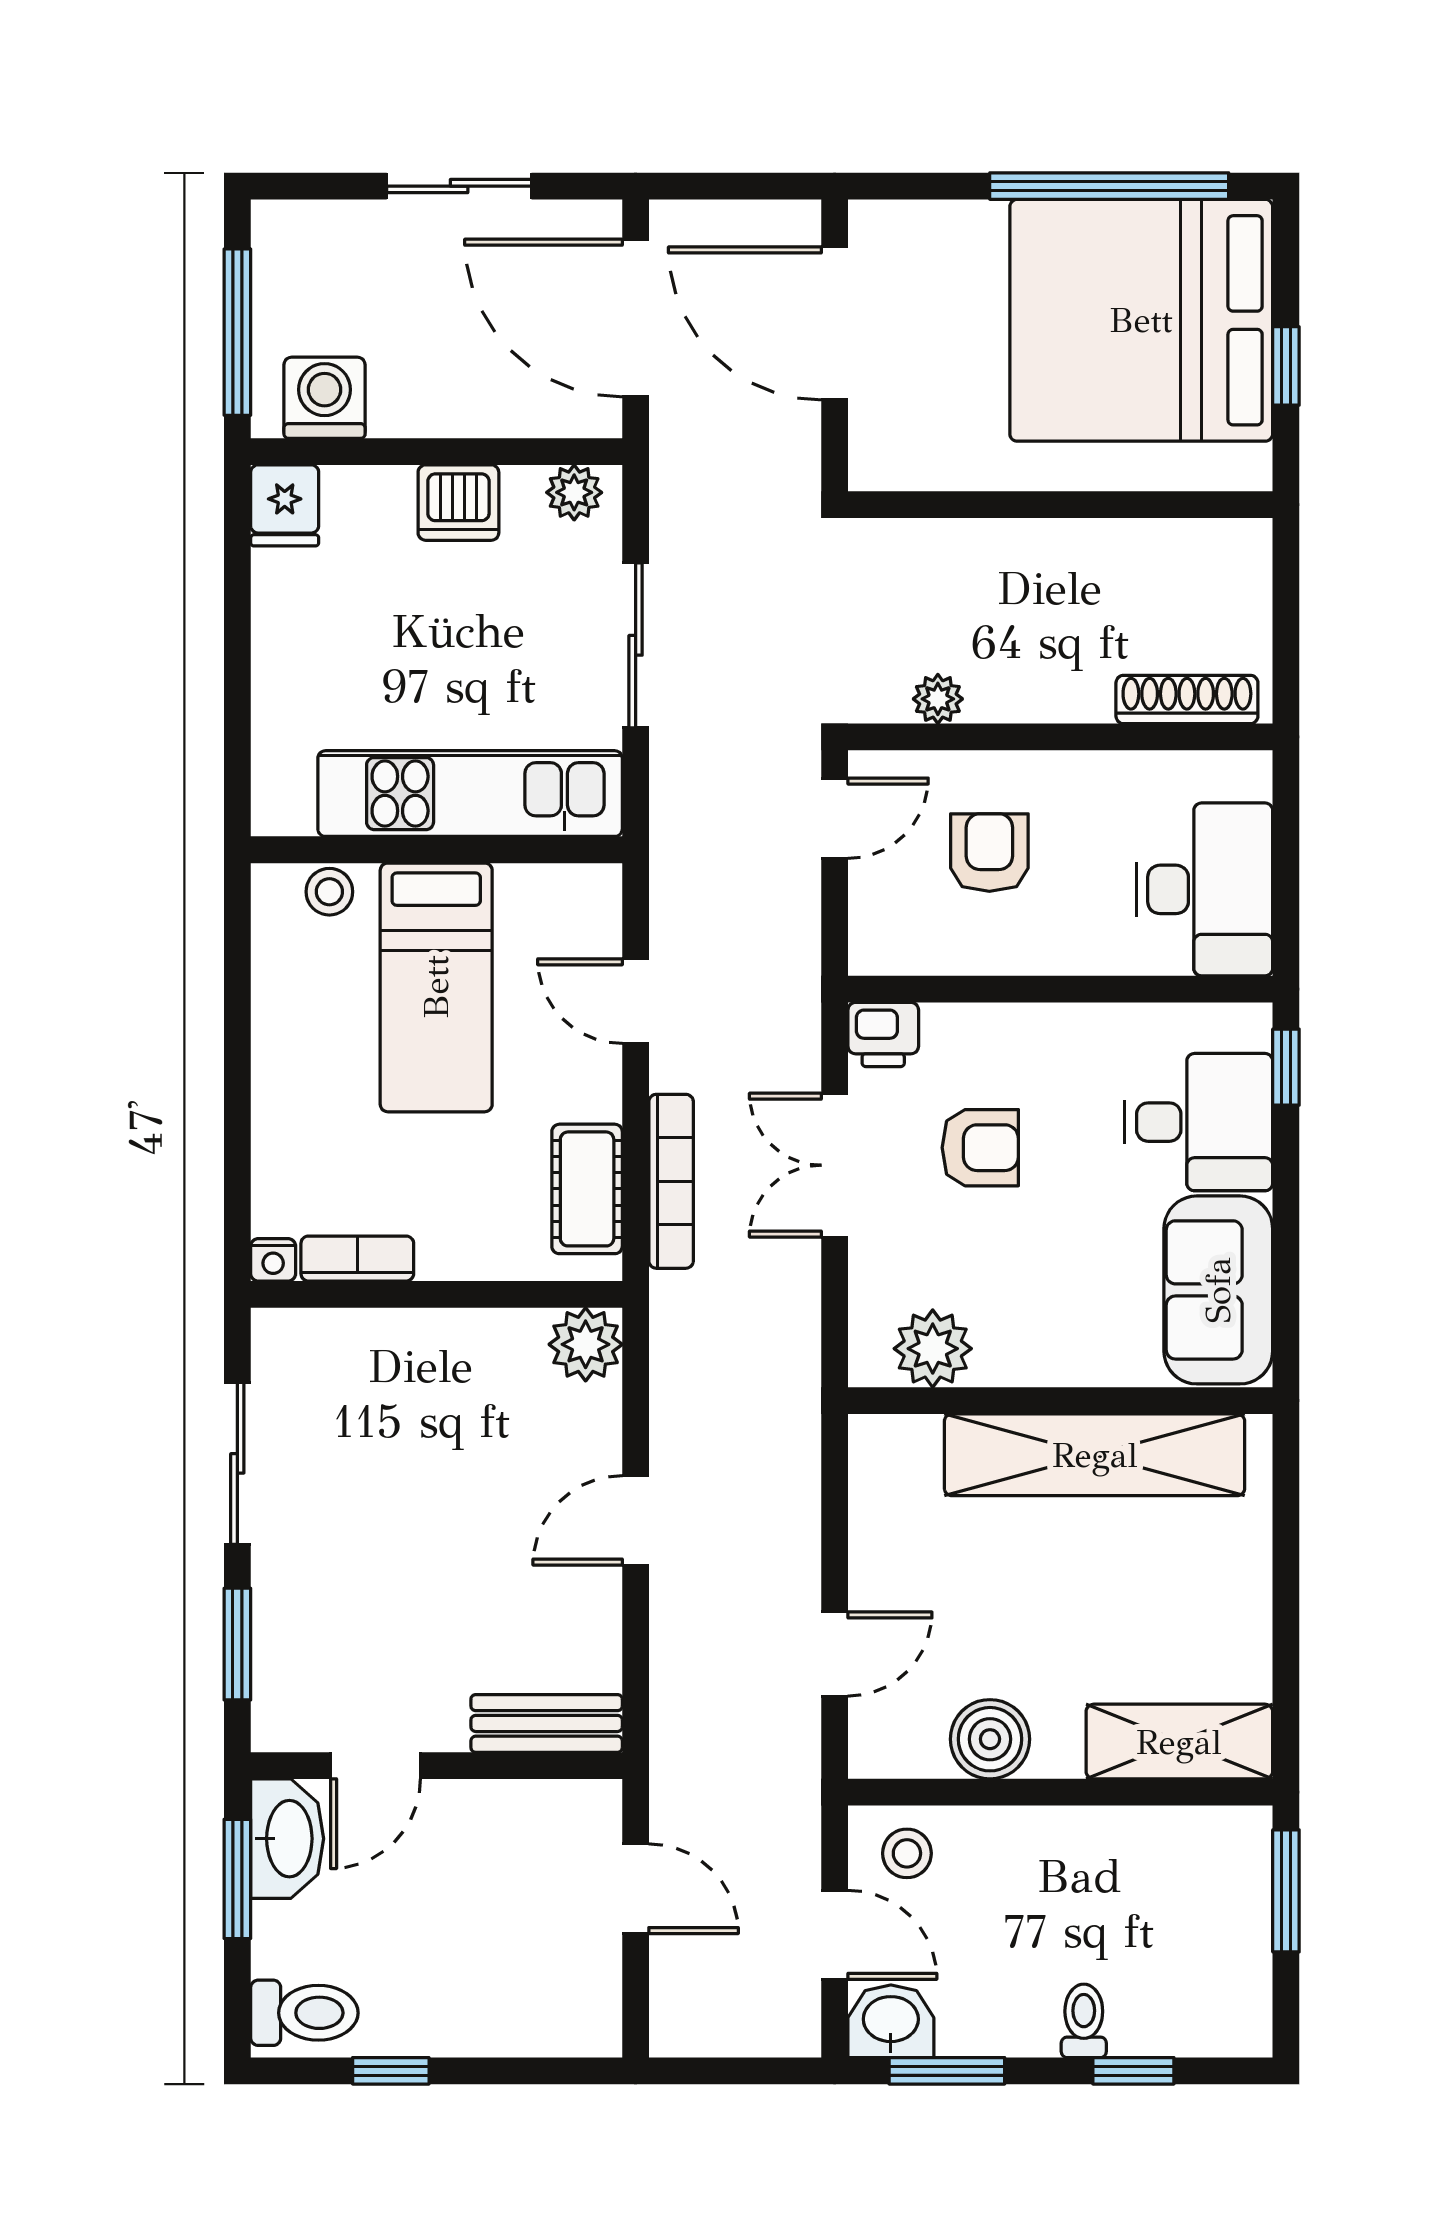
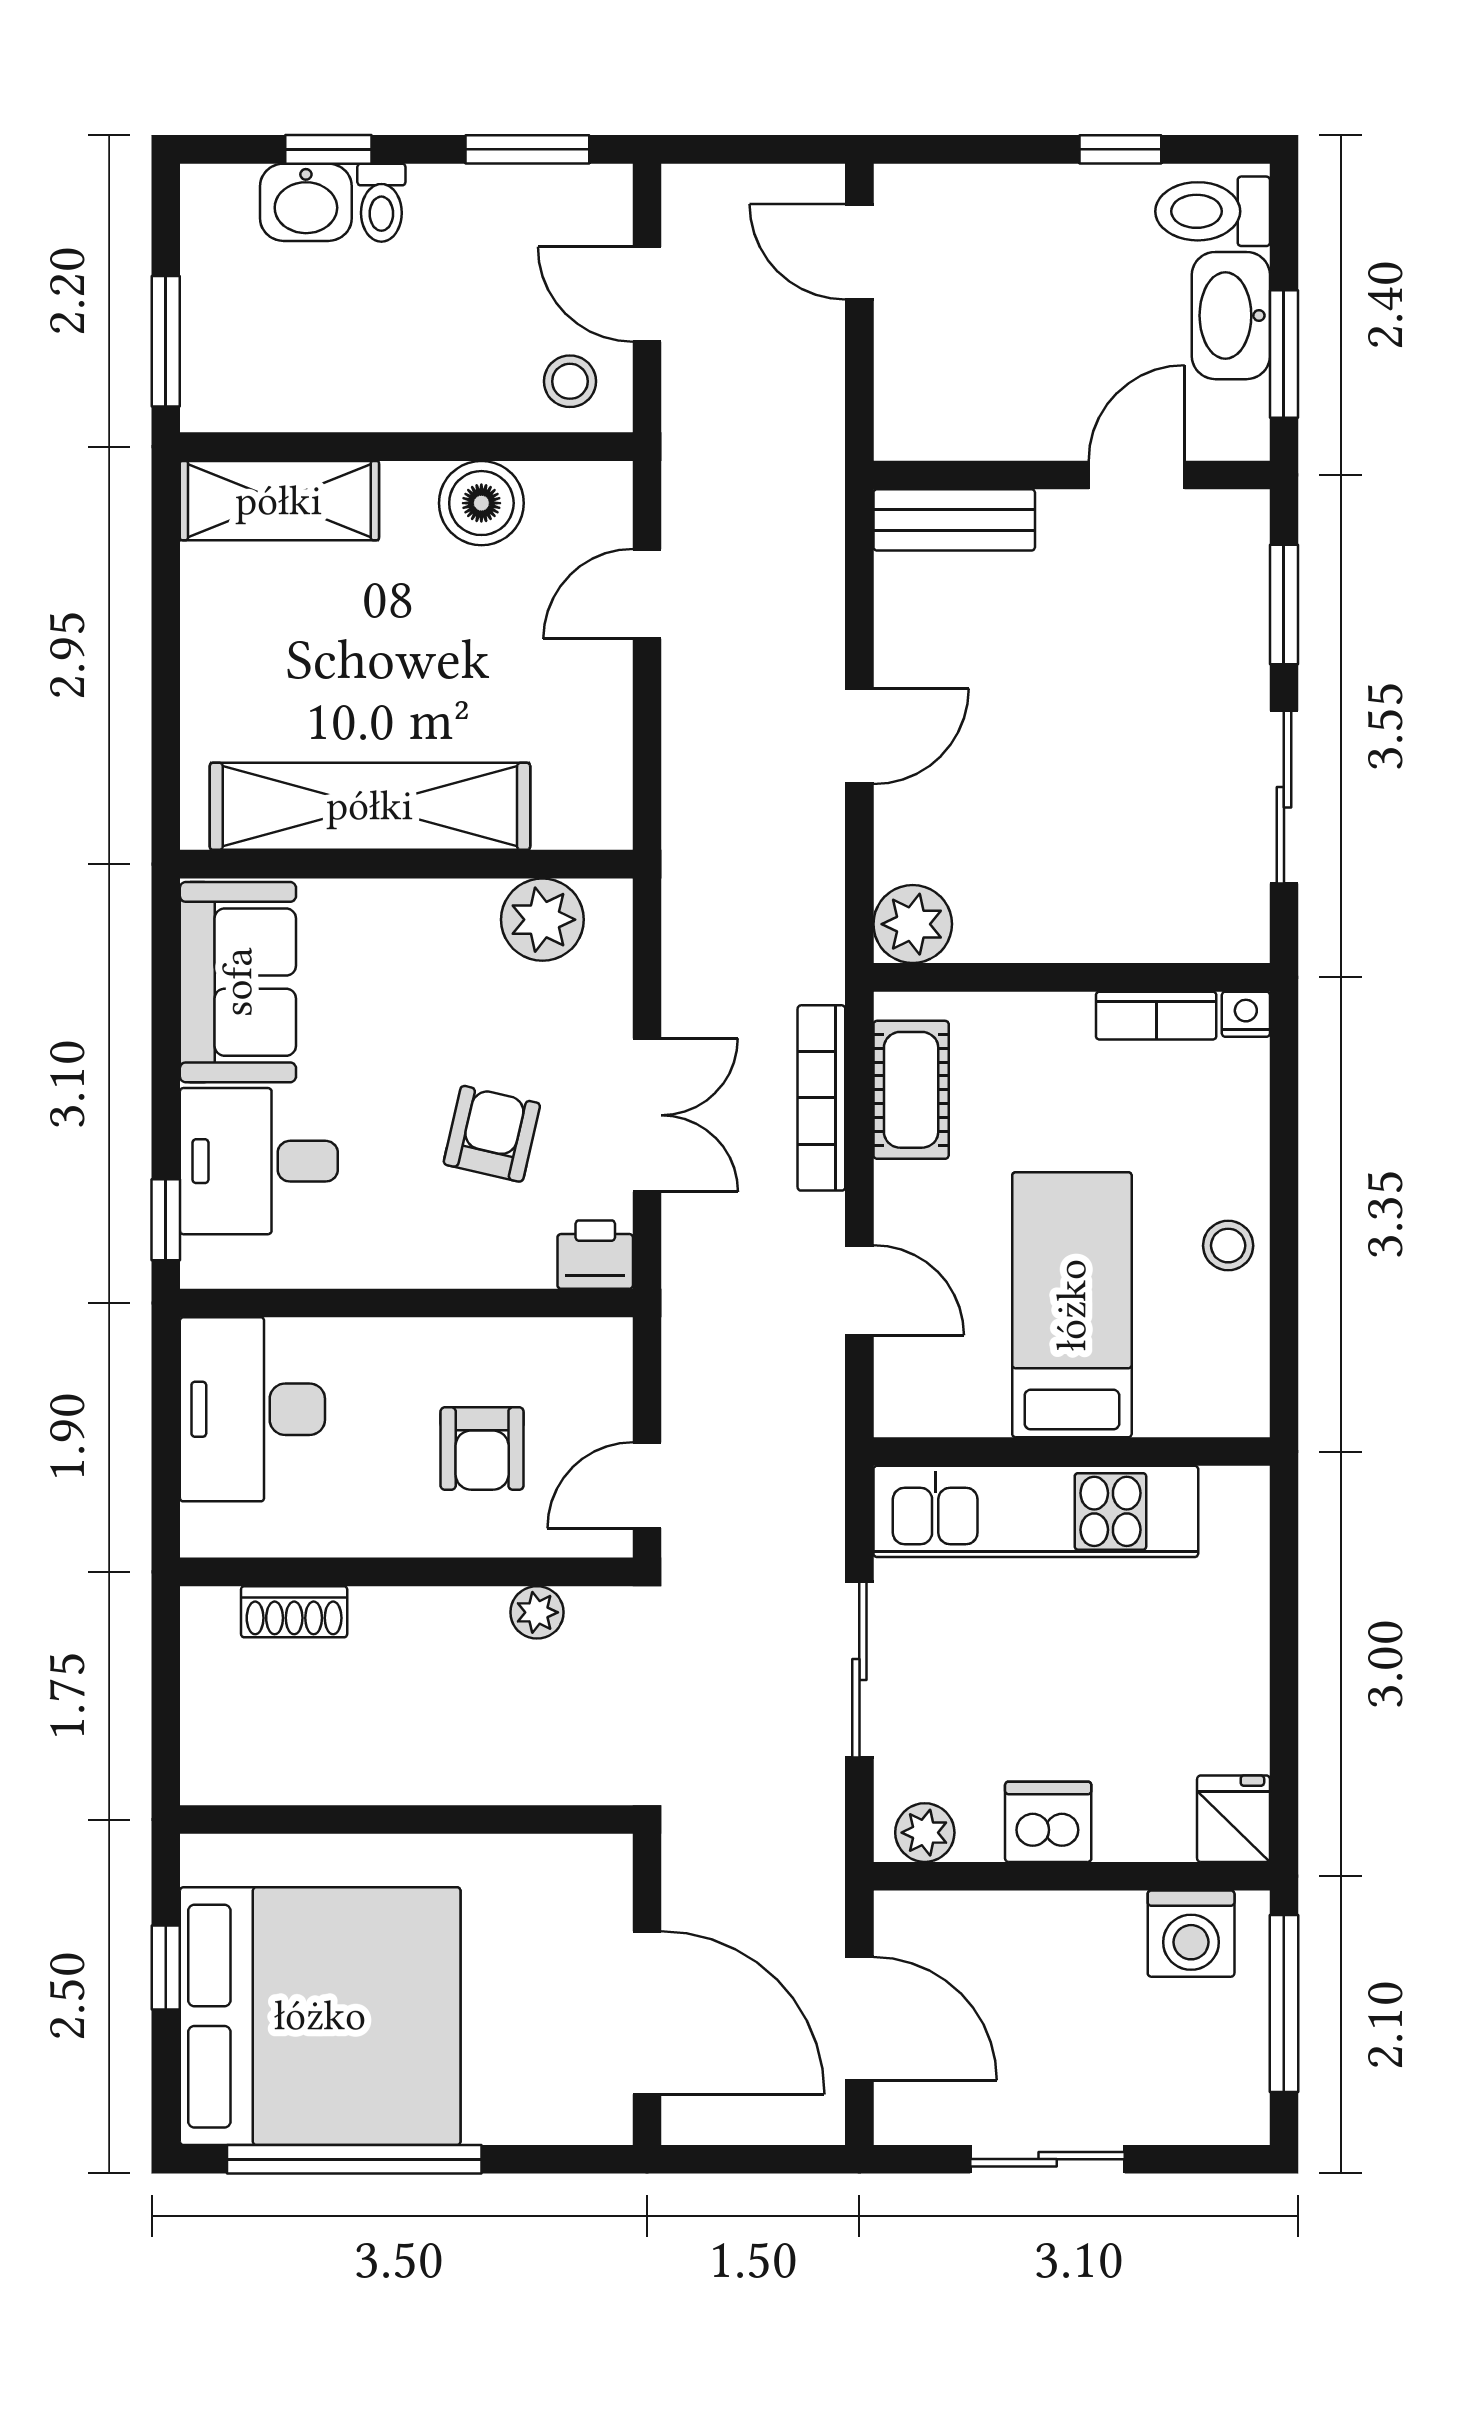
door: (636, 318) -> (859, 2019), width x0.73
shoe rack: (1187, 700) -> (294, 1612), width x0.70
stool: (329, 892) -> (1228, 1246), moved
armchair: (980, 1148) -> (492, 1134), turned 103
washbasin: (287, 1839) -> (1231, 316), moved
door: (636, 1889) -> (859, 252), moved
washbasin: (891, 2021) -> (306, 202), moved

